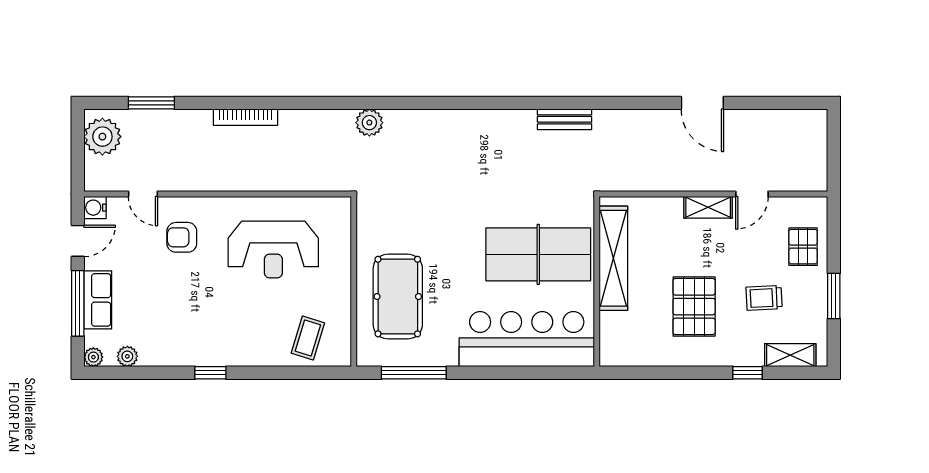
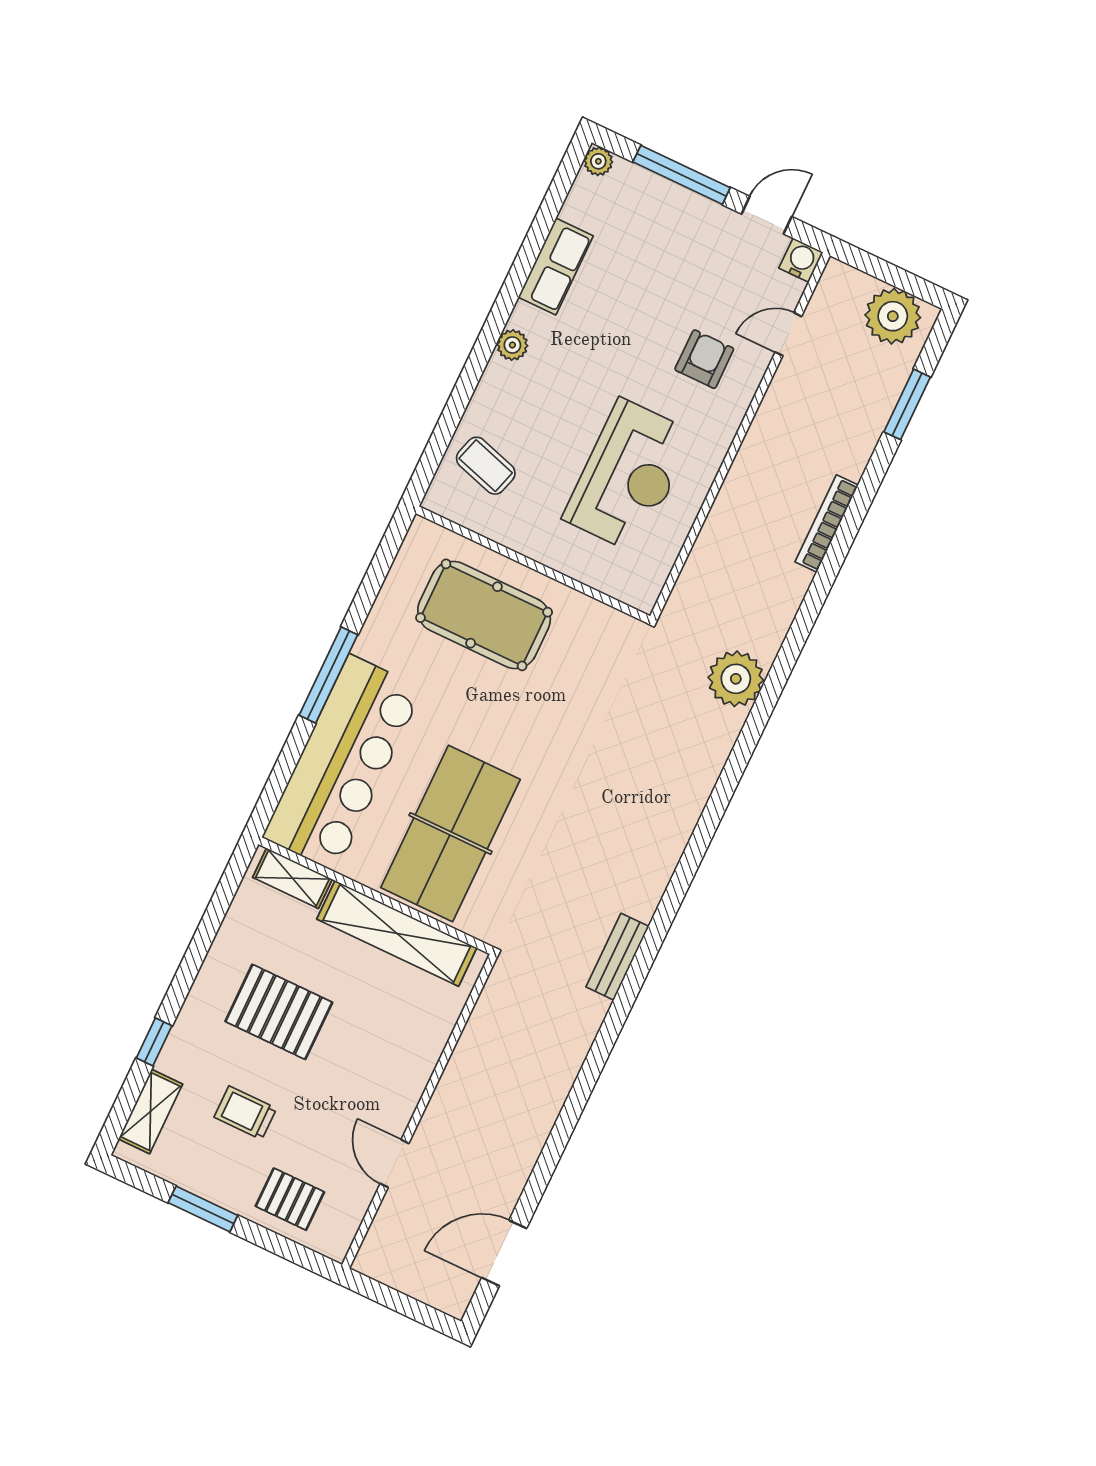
door: (702, 103) -> (504, 1253), moved
plant: (369, 123) -> (736, 679), width x1.36, depth x1.36
shelving: (708, 207) -> (292, 878), moved, turned 90
door: (78, 241) -> (767, 215), swing flipped
reception desk: (273, 250) -> (628, 476), turned 180
trolley: (764, 298) -> (245, 1113), turned -87
row of seats: (98, 300) -> (556, 267), moved, turned -90
plant: (127, 356) -> (512, 345), moved
window: (210, 373) -> (501, 311), removed
window: (414, 373) -> (328, 675), moved

